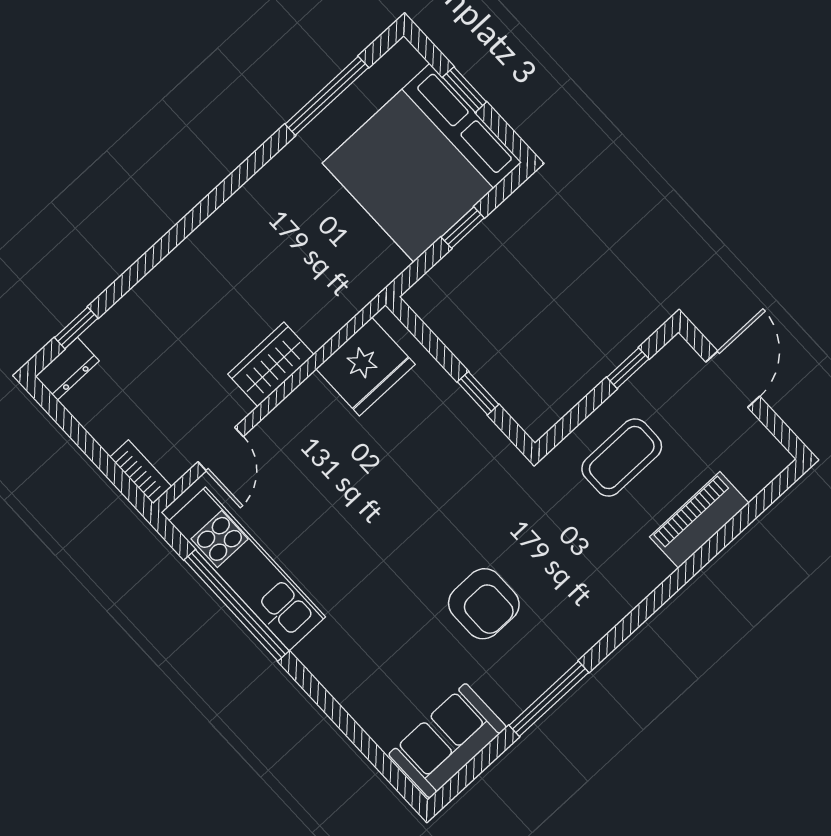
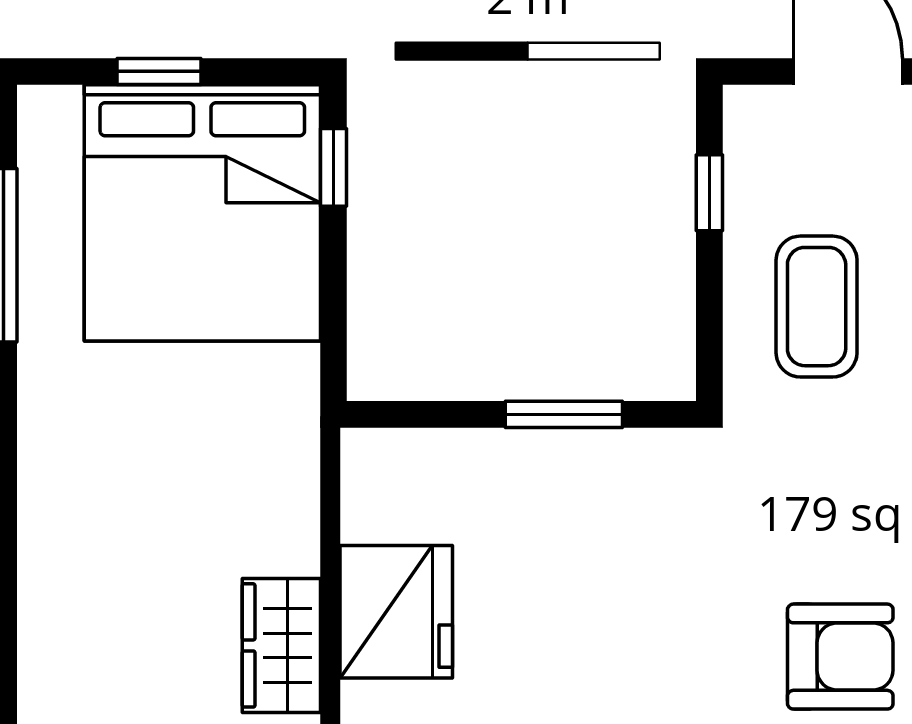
window: (463, 227) -> (333, 167), moved
fridge: (366, 367) -> (396, 612), moved
window: (478, 393) -> (564, 414), width x1.50

